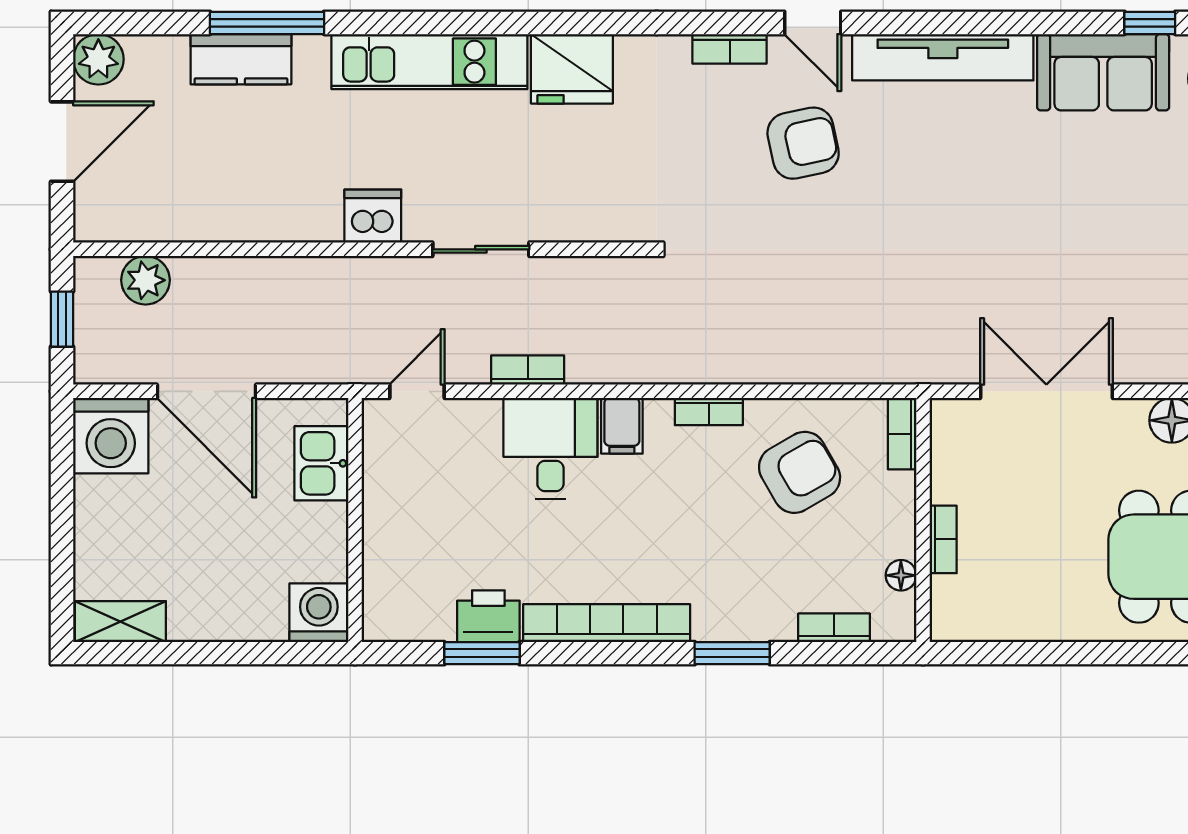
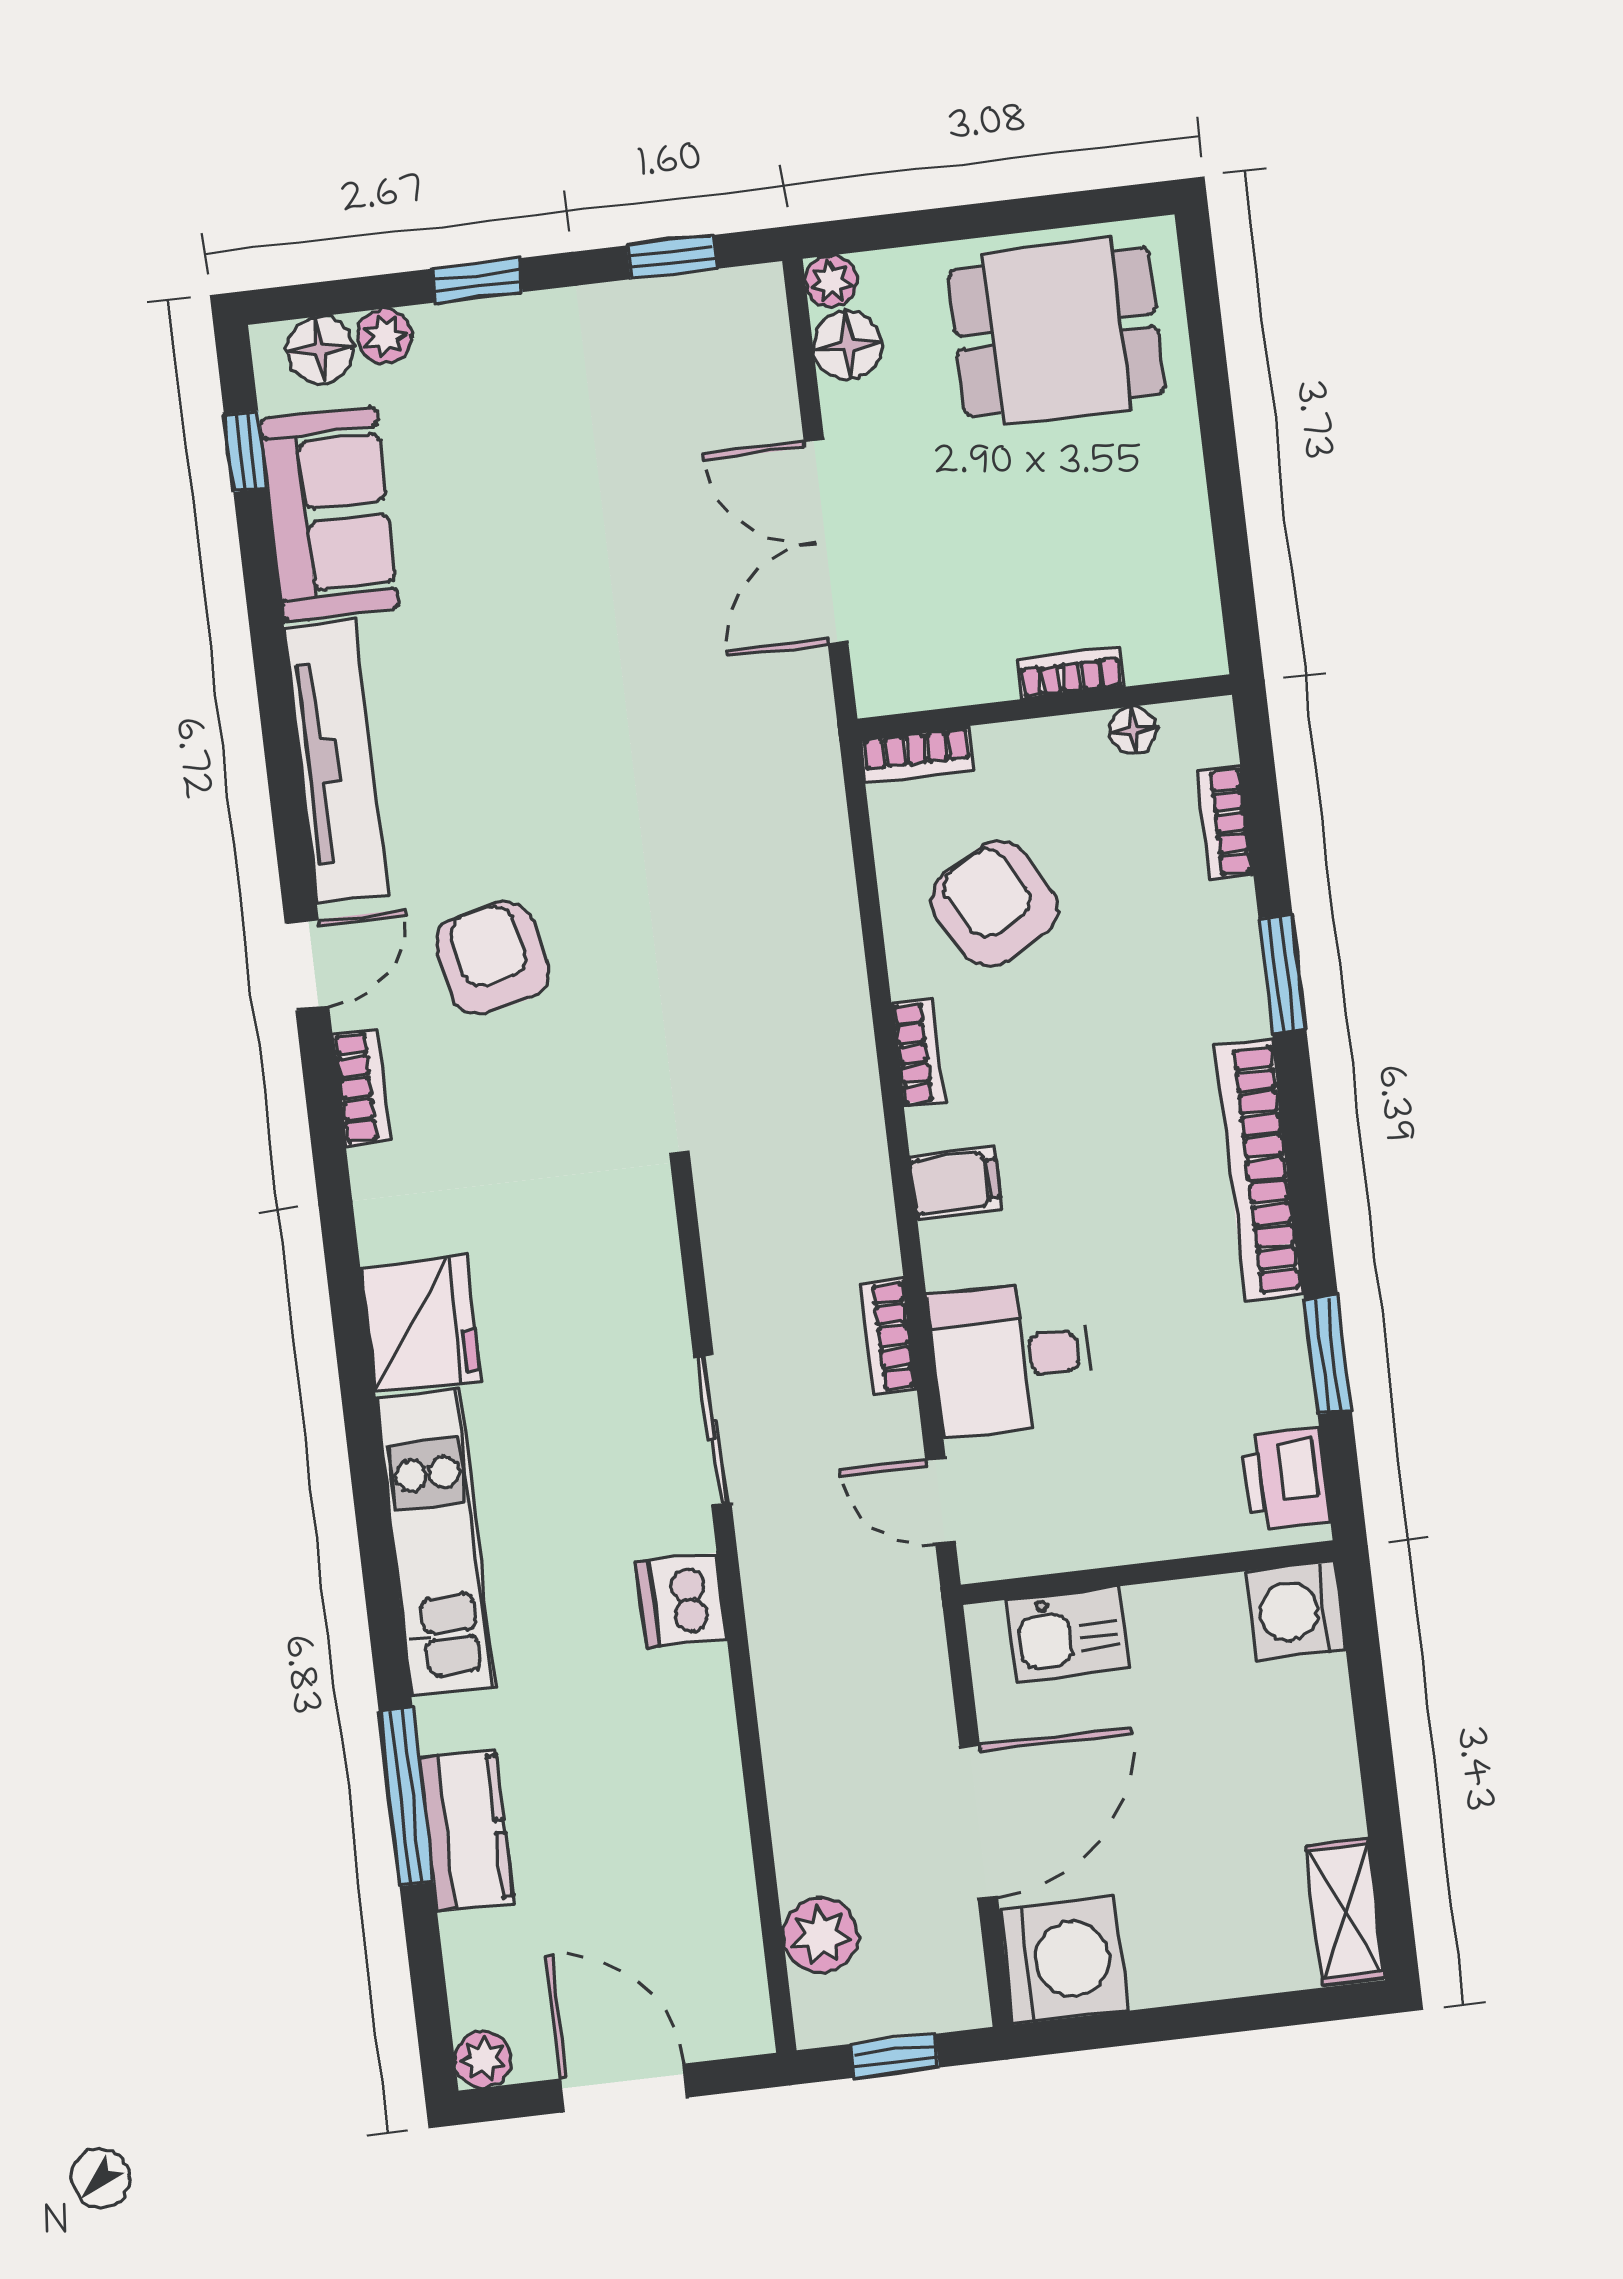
plant: (98, 59) -> (483, 2059), width x0.73, depth x0.73
desk: (550, 449) -> (1012, 1358), moved
printer: (488, 616) -> (1286, 1479), moved

